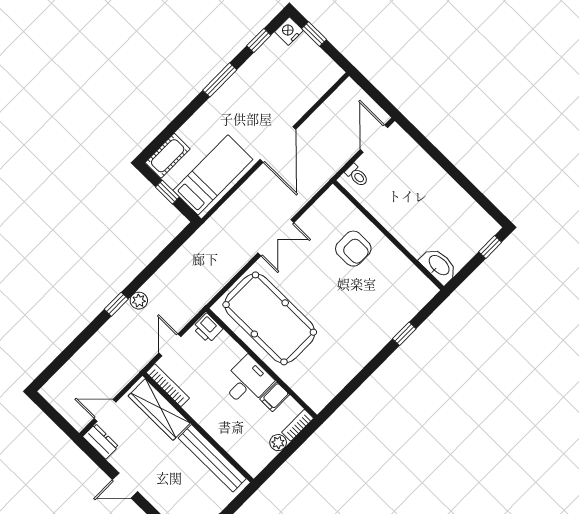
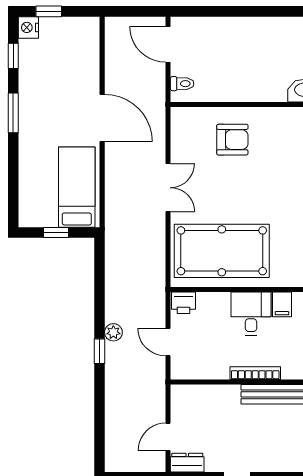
cot: (168, 156) -> (30, 206), removed
bookcase: (168, 385) -> (255, 373), moved
wardrobe: (159, 410) -> (207, 397), removed

